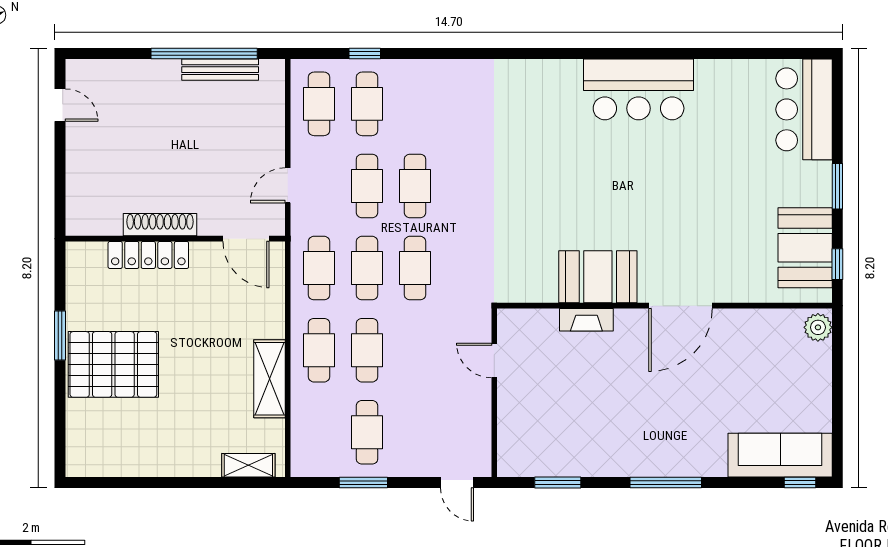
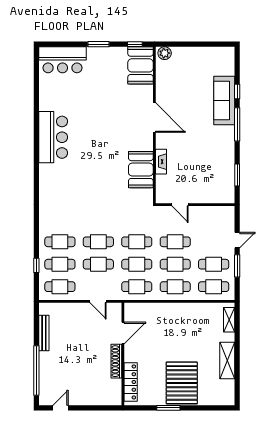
window: (204, 54) -> (36, 370), moved
cafe table: (415, 104) -> (60, 242), added
door: (246, 239) -> (123, 333), moved
booth: (805, 248) -> (140, 65), moved, turned 90
locker: (148, 255) -> (131, 382), moved
booth: (598, 277) -> (141, 170), moved
cafe table: (415, 350) -> (175, 242), added
door: (494, 360) -> (180, 205), hinge flipped
shelving: (269, 379) -> (227, 360), moved, turned 90
cafe table: (319, 432) -> (214, 287), added
sofa: (780, 455) -> (224, 101), moved
door: (457, 483) -> (237, 240), moved
window: (800, 483) -> (237, 91), moved

